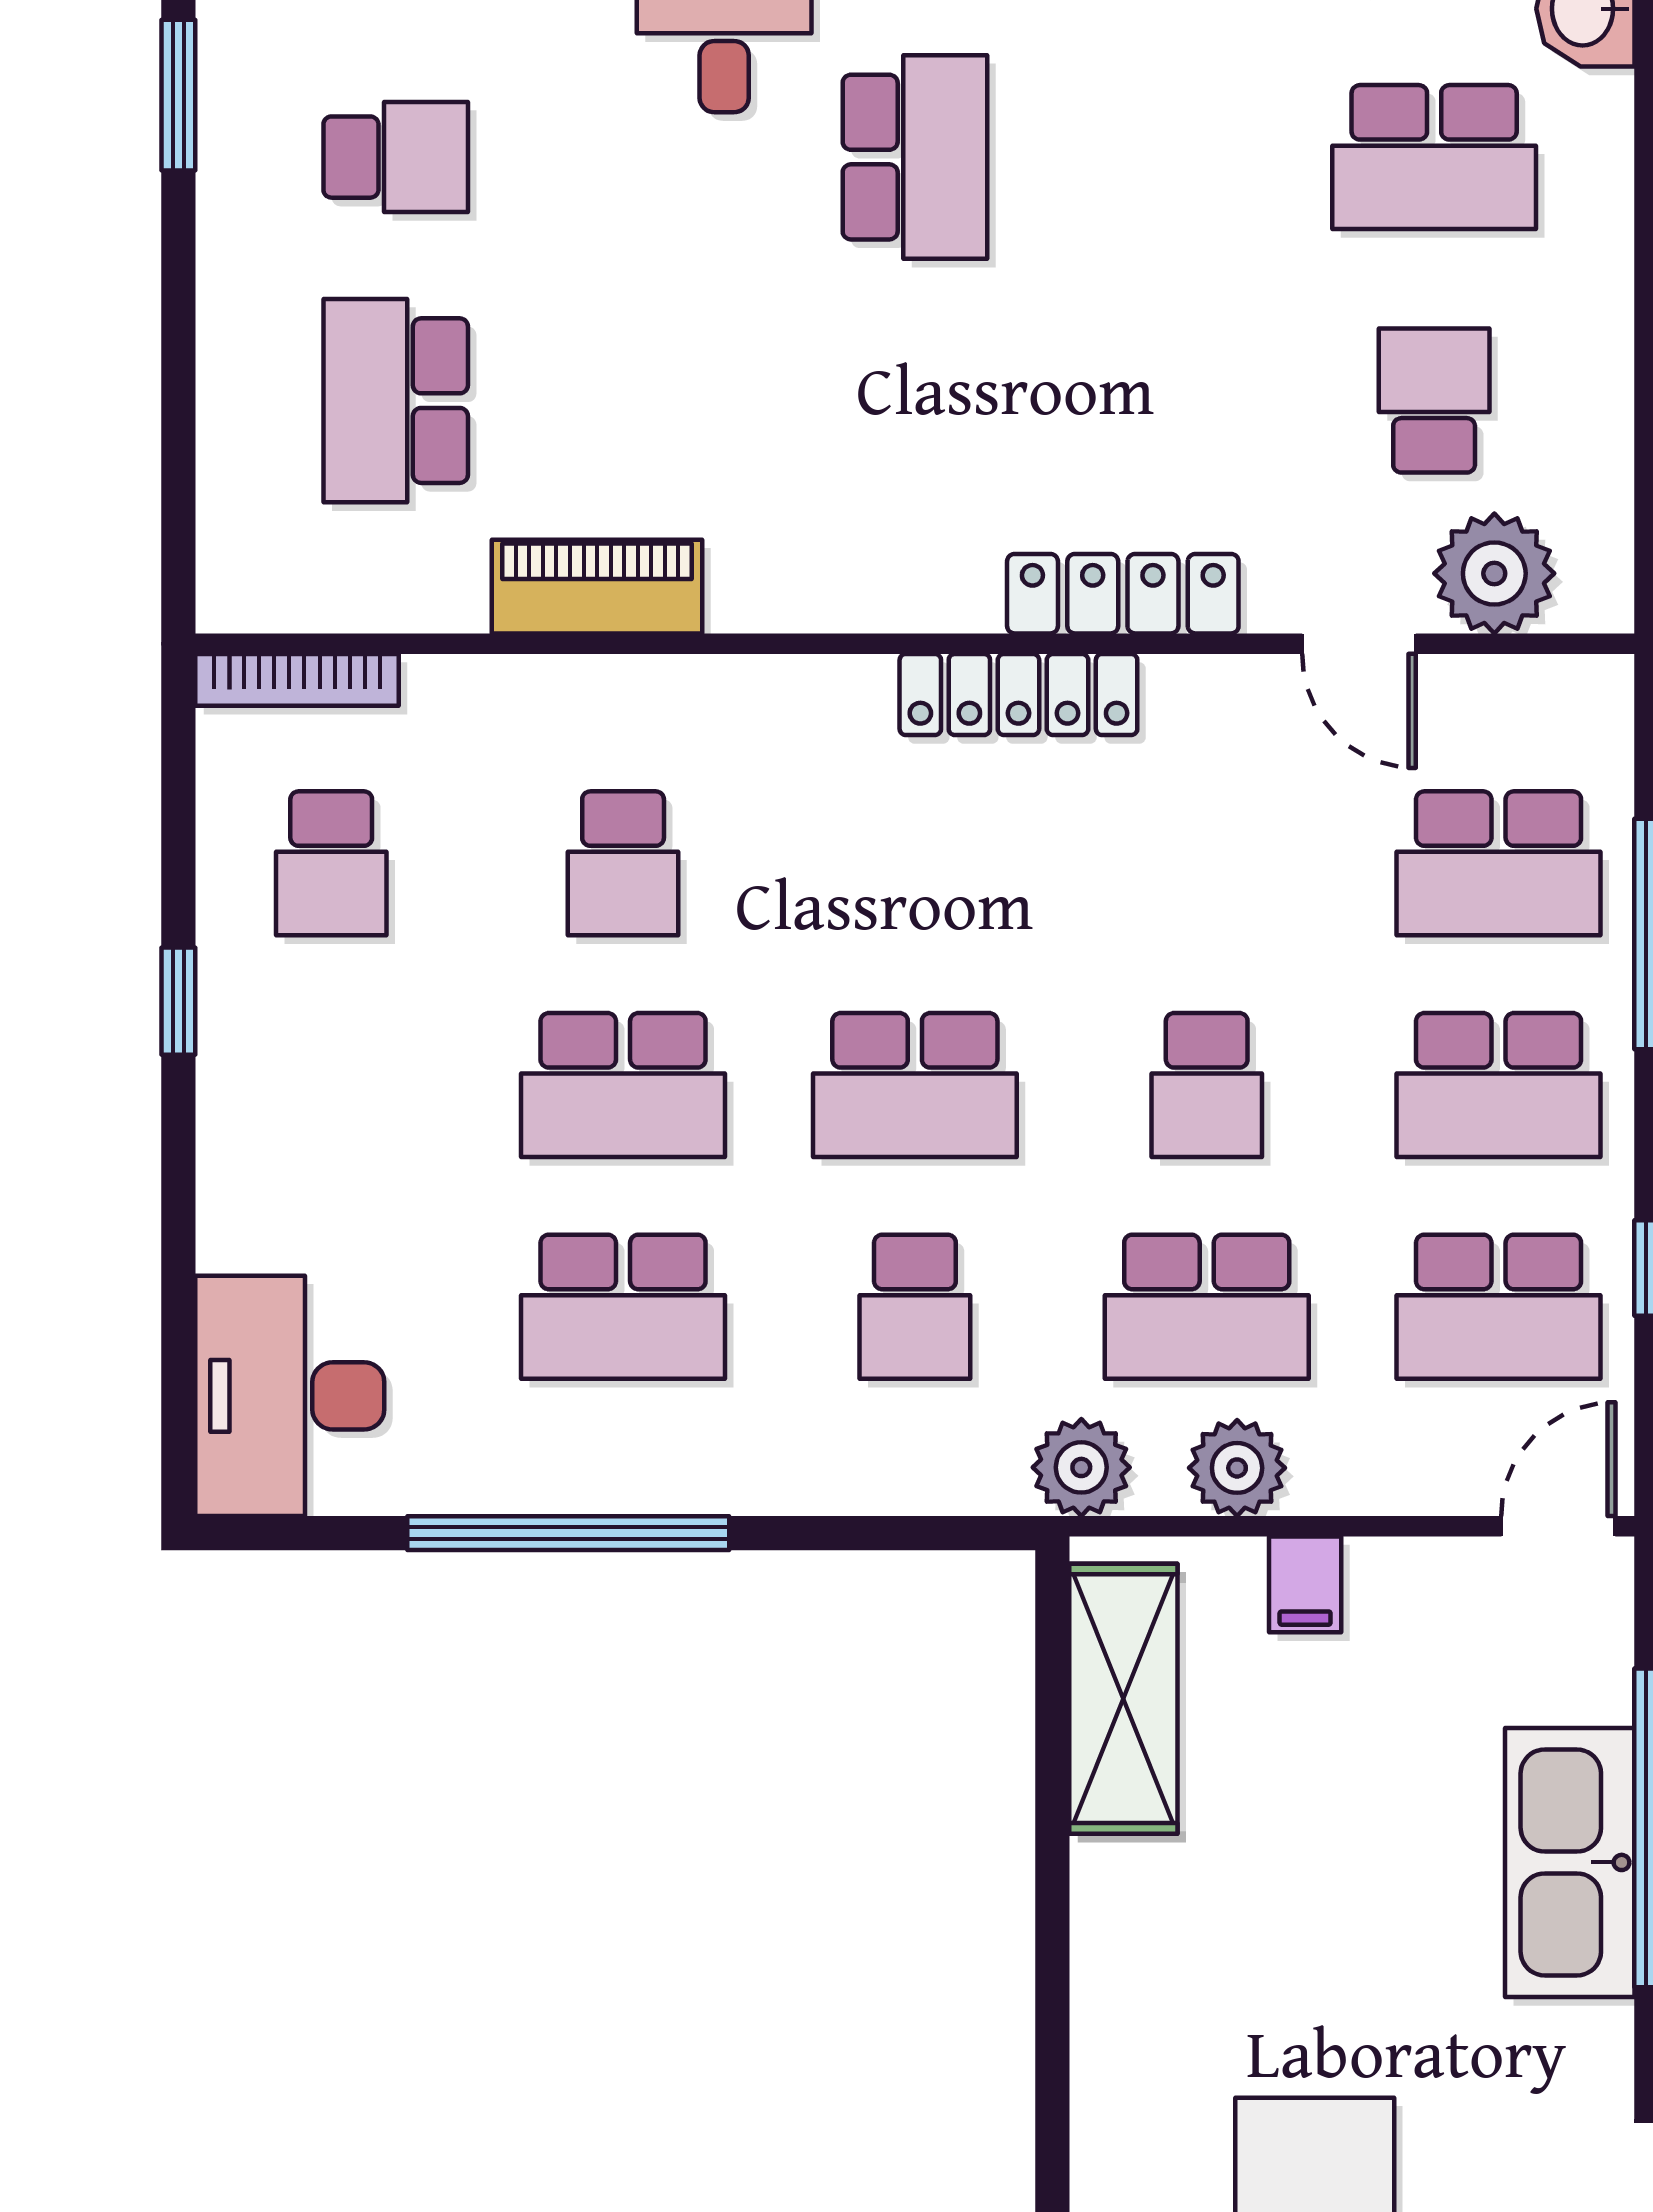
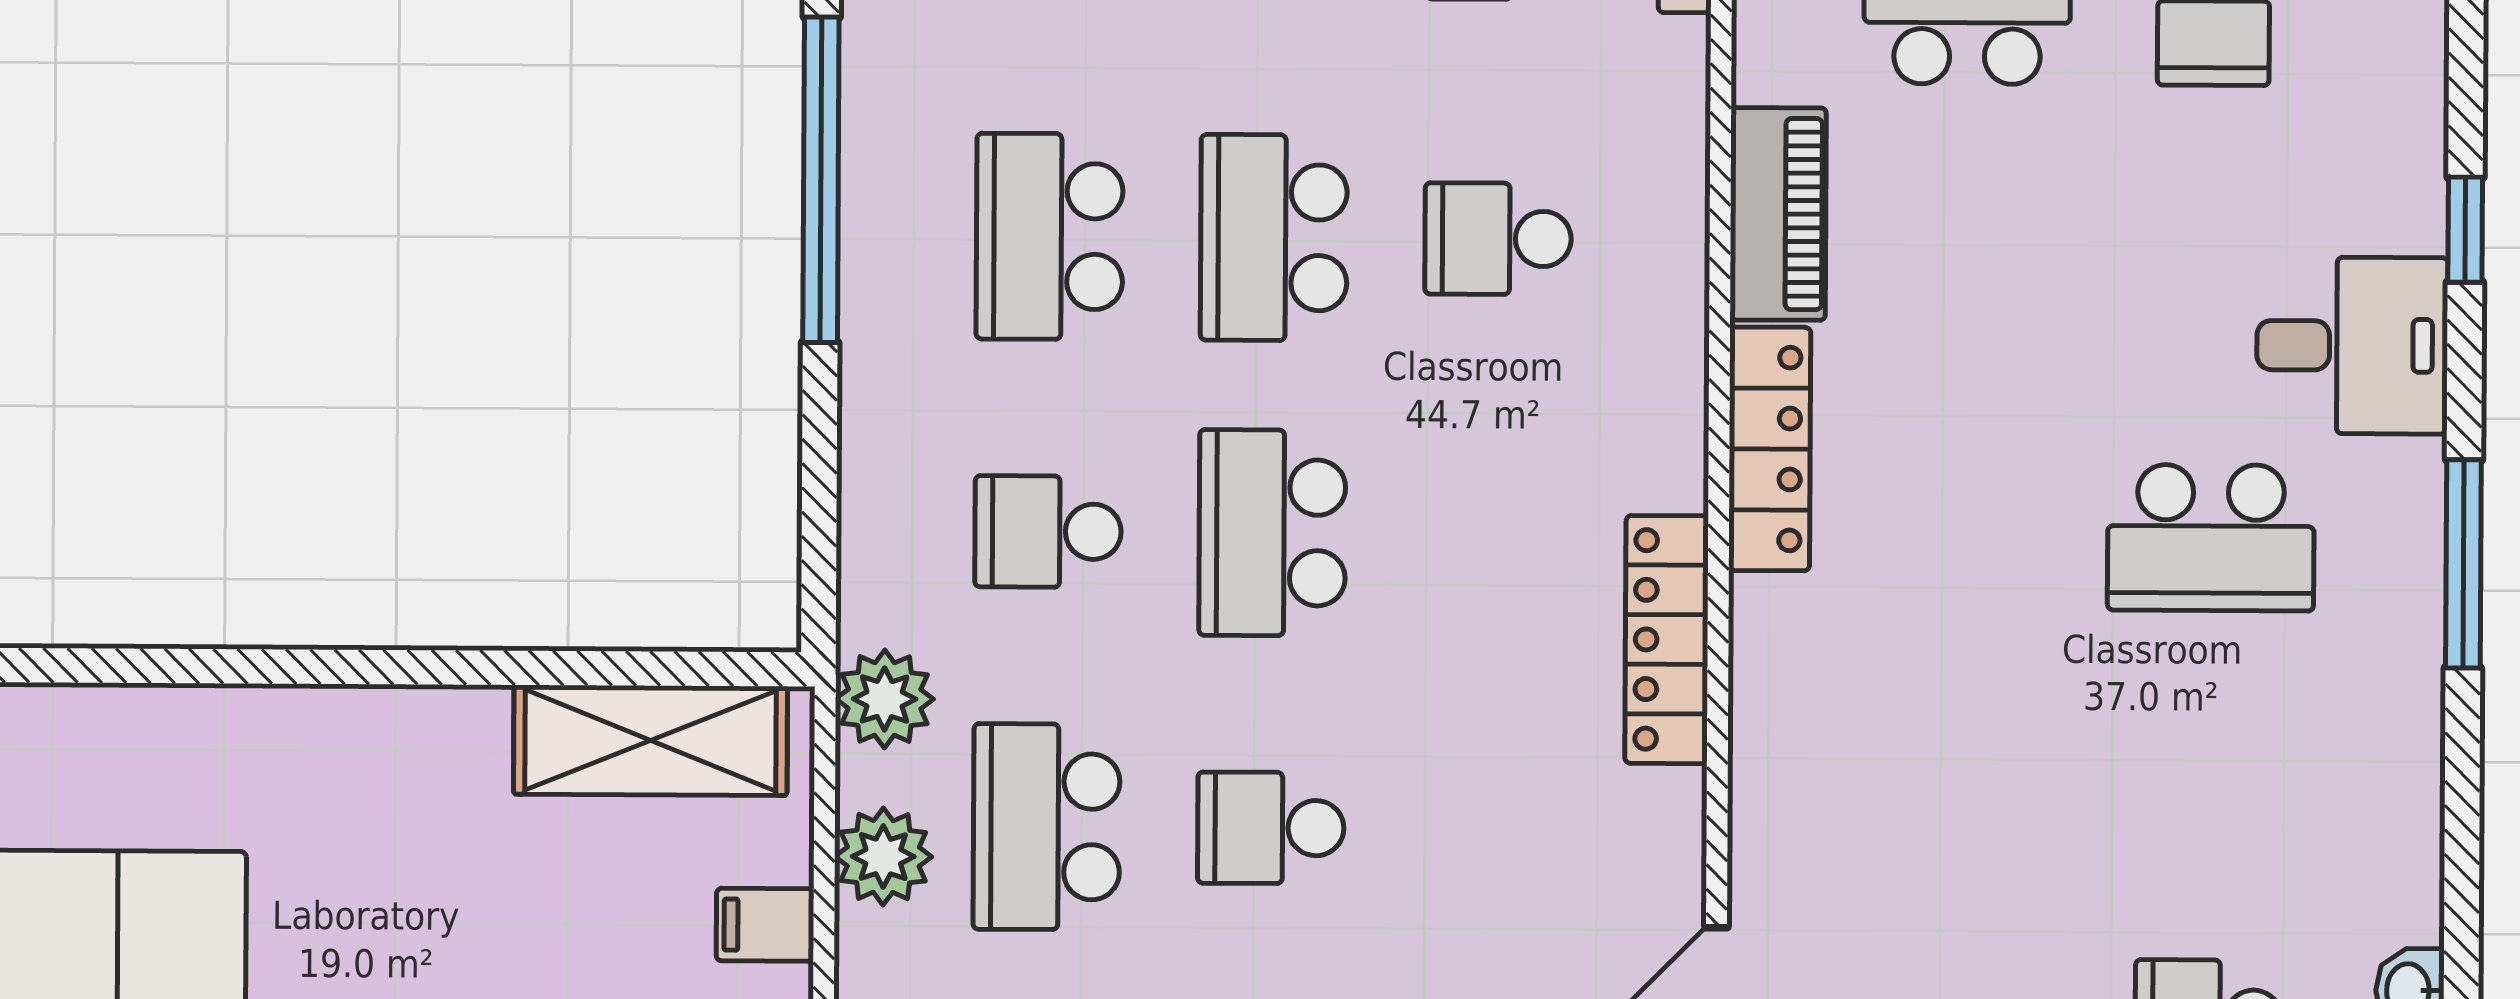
locker: (1123, 594) -> (1770, 449), moved

